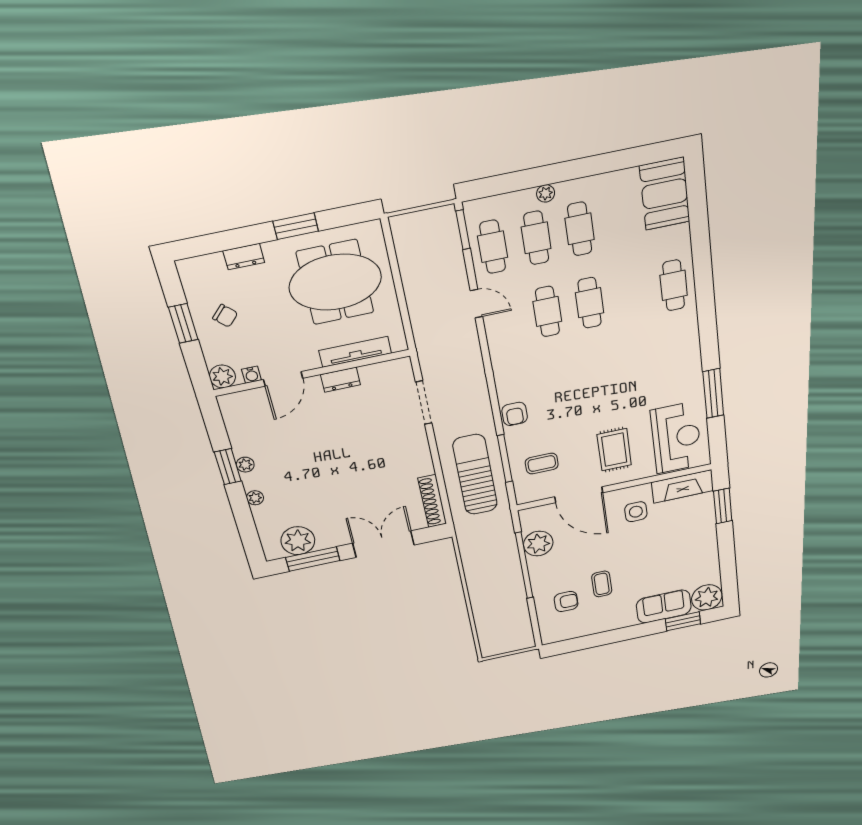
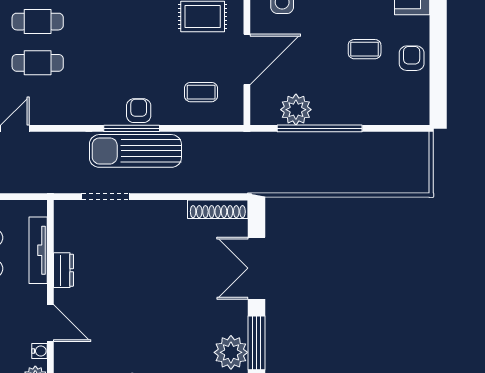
armchair: (515, 414) -> (139, 111), turned -90
window: (505, 459) -> (132, 128), moved
coffee table: (542, 464) -> (201, 92), turned 90
sun lounger: (475, 475) -> (135, 151), moved
armchair: (566, 602) -> (412, 58), moved

